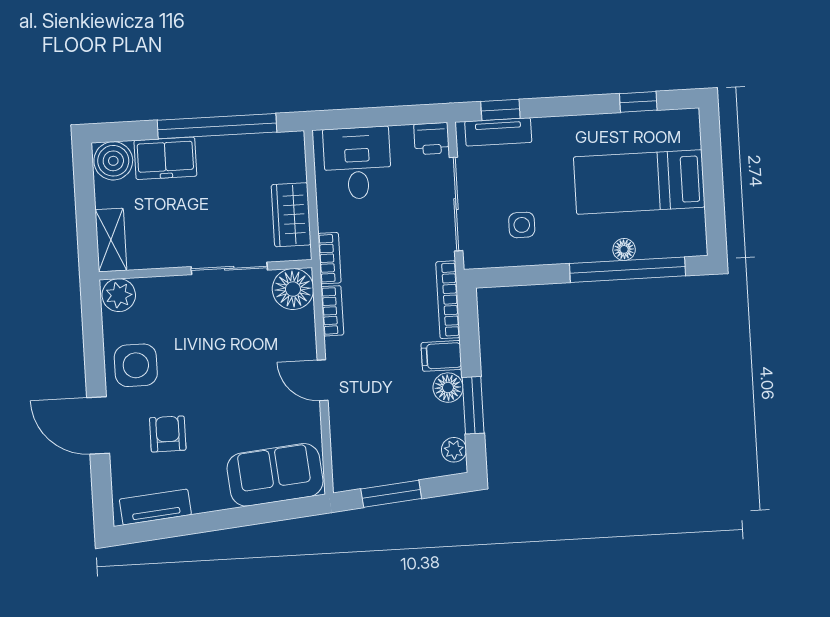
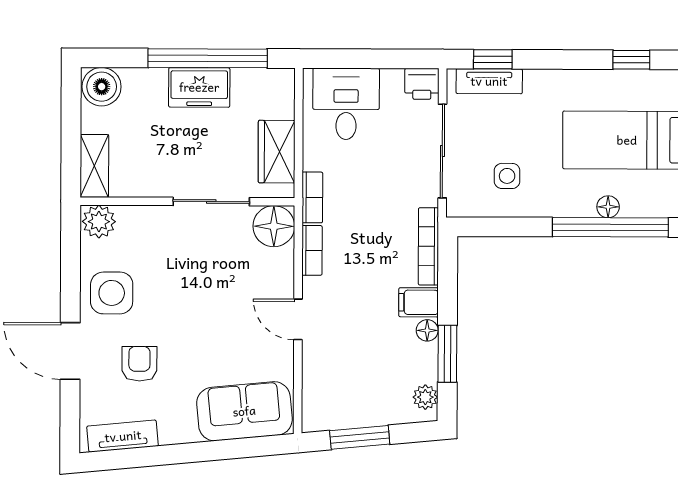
freezer: (165, 158) -> (199, 87), moved
floor lamp: (448, 388) -> (427, 330), width x0.73, depth x0.73

